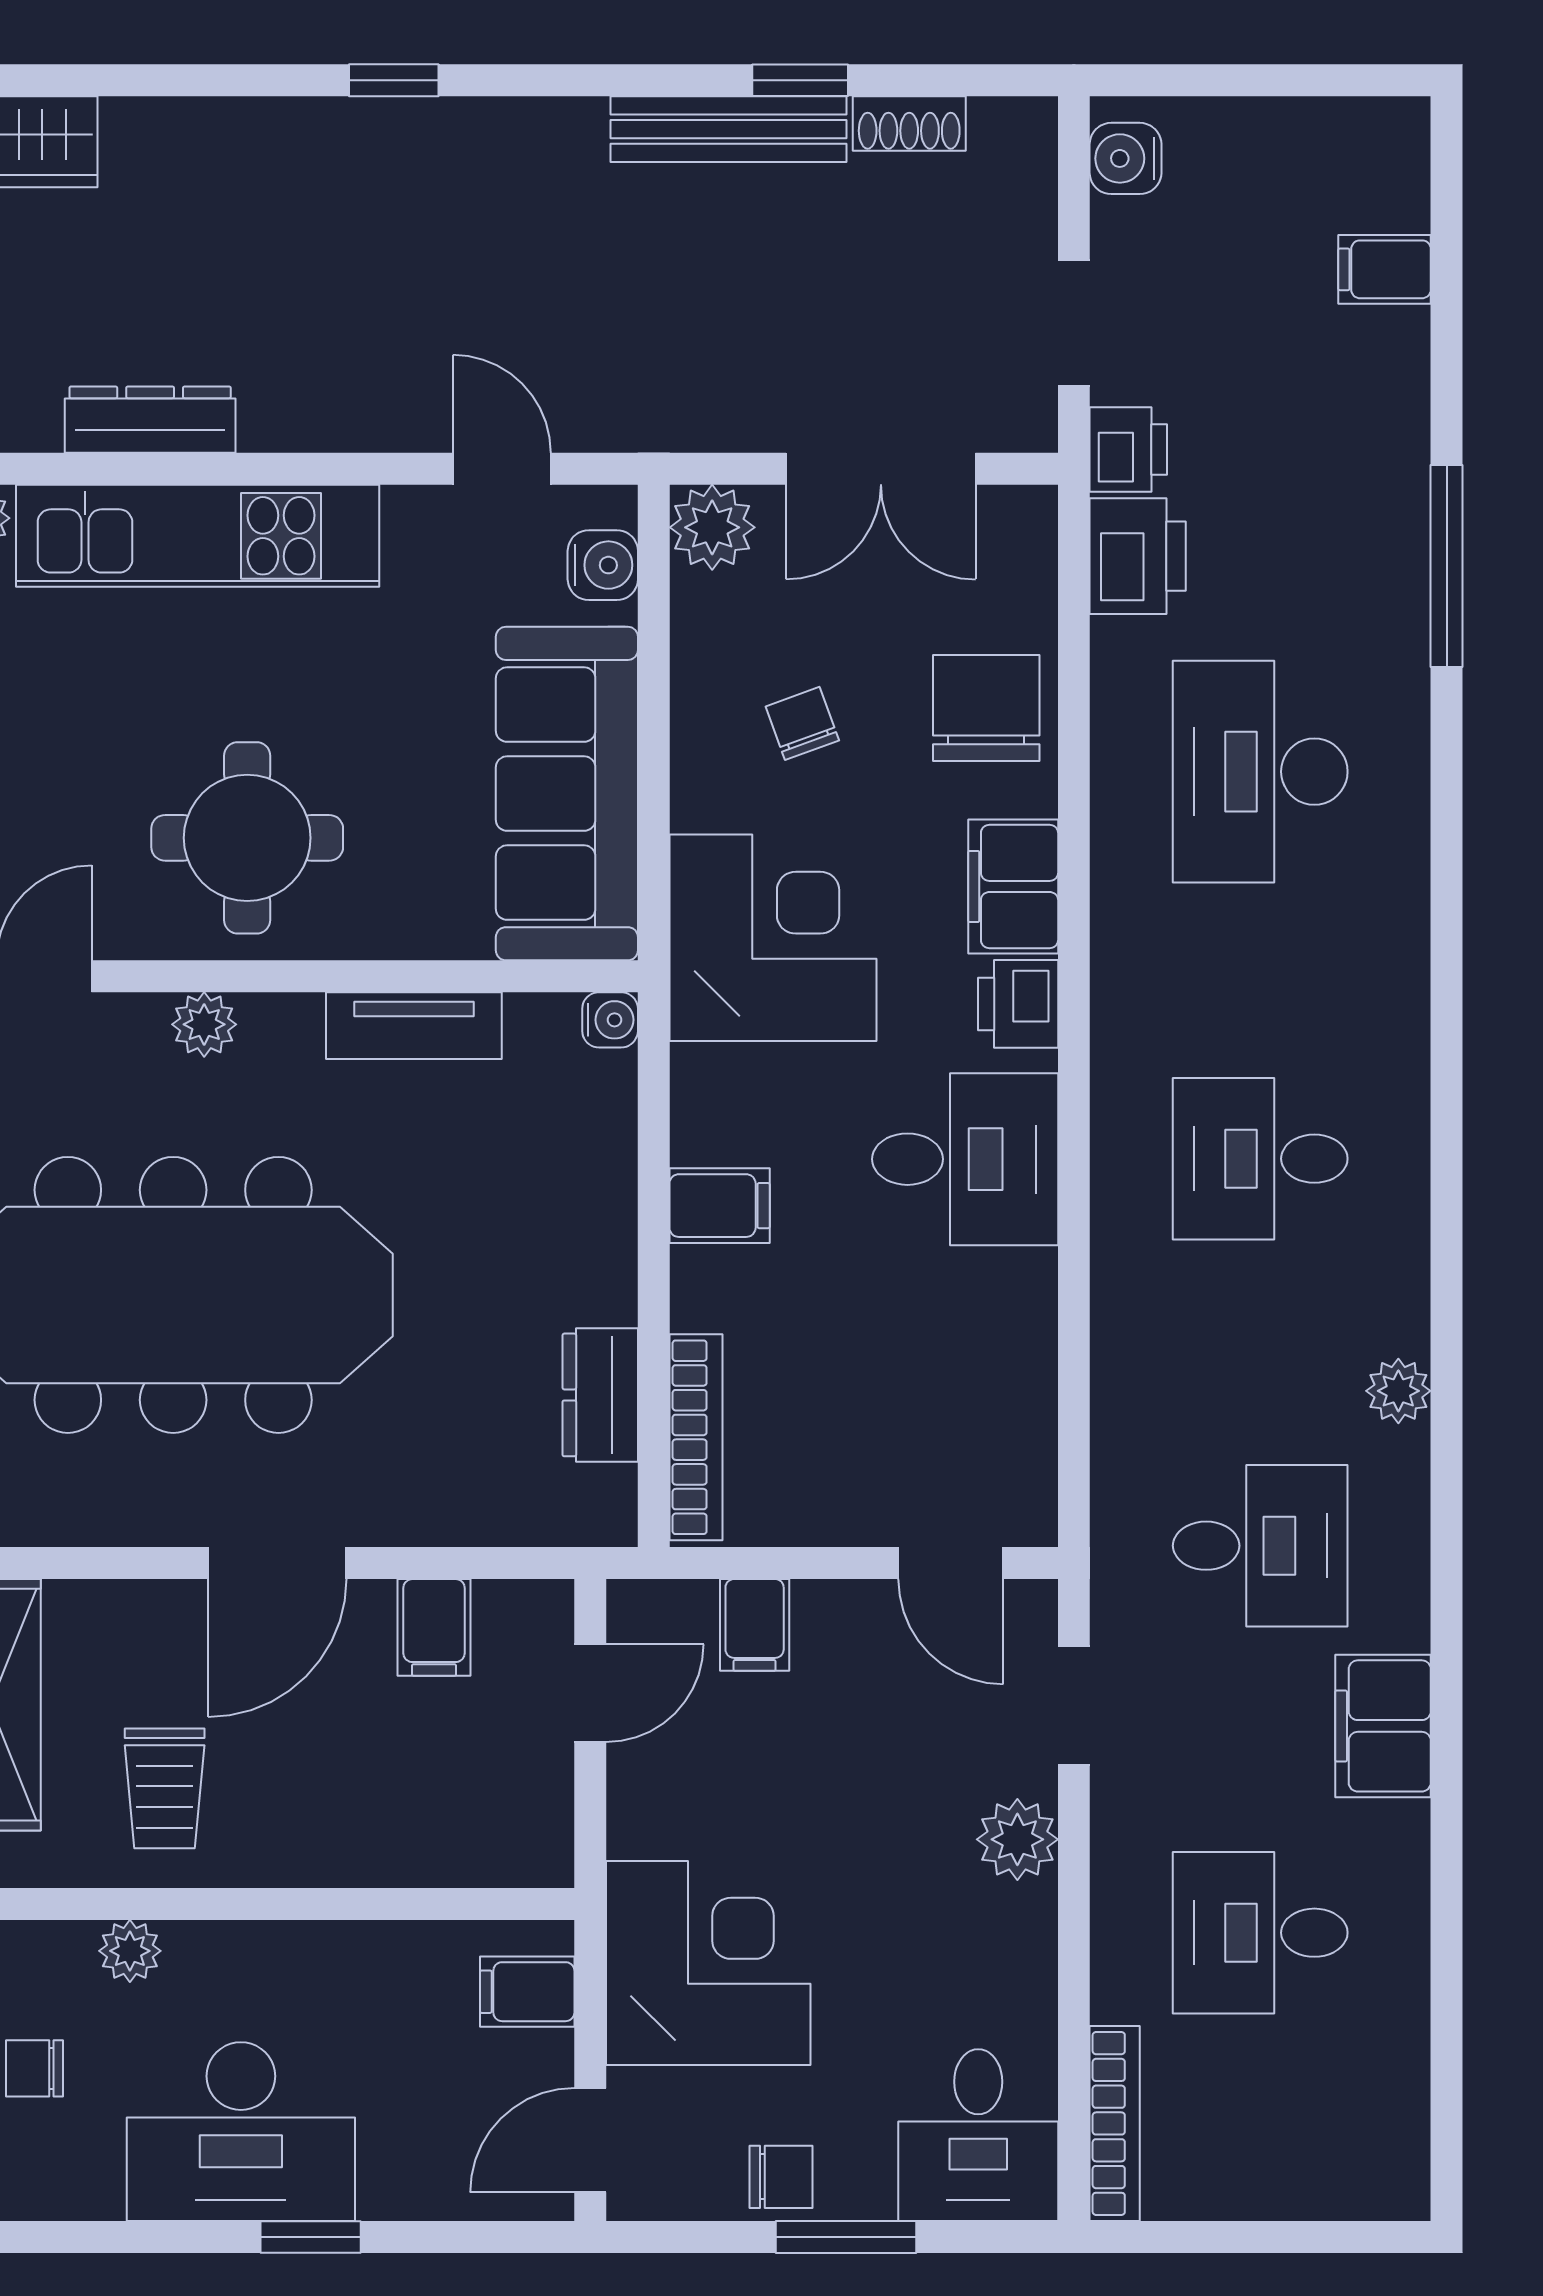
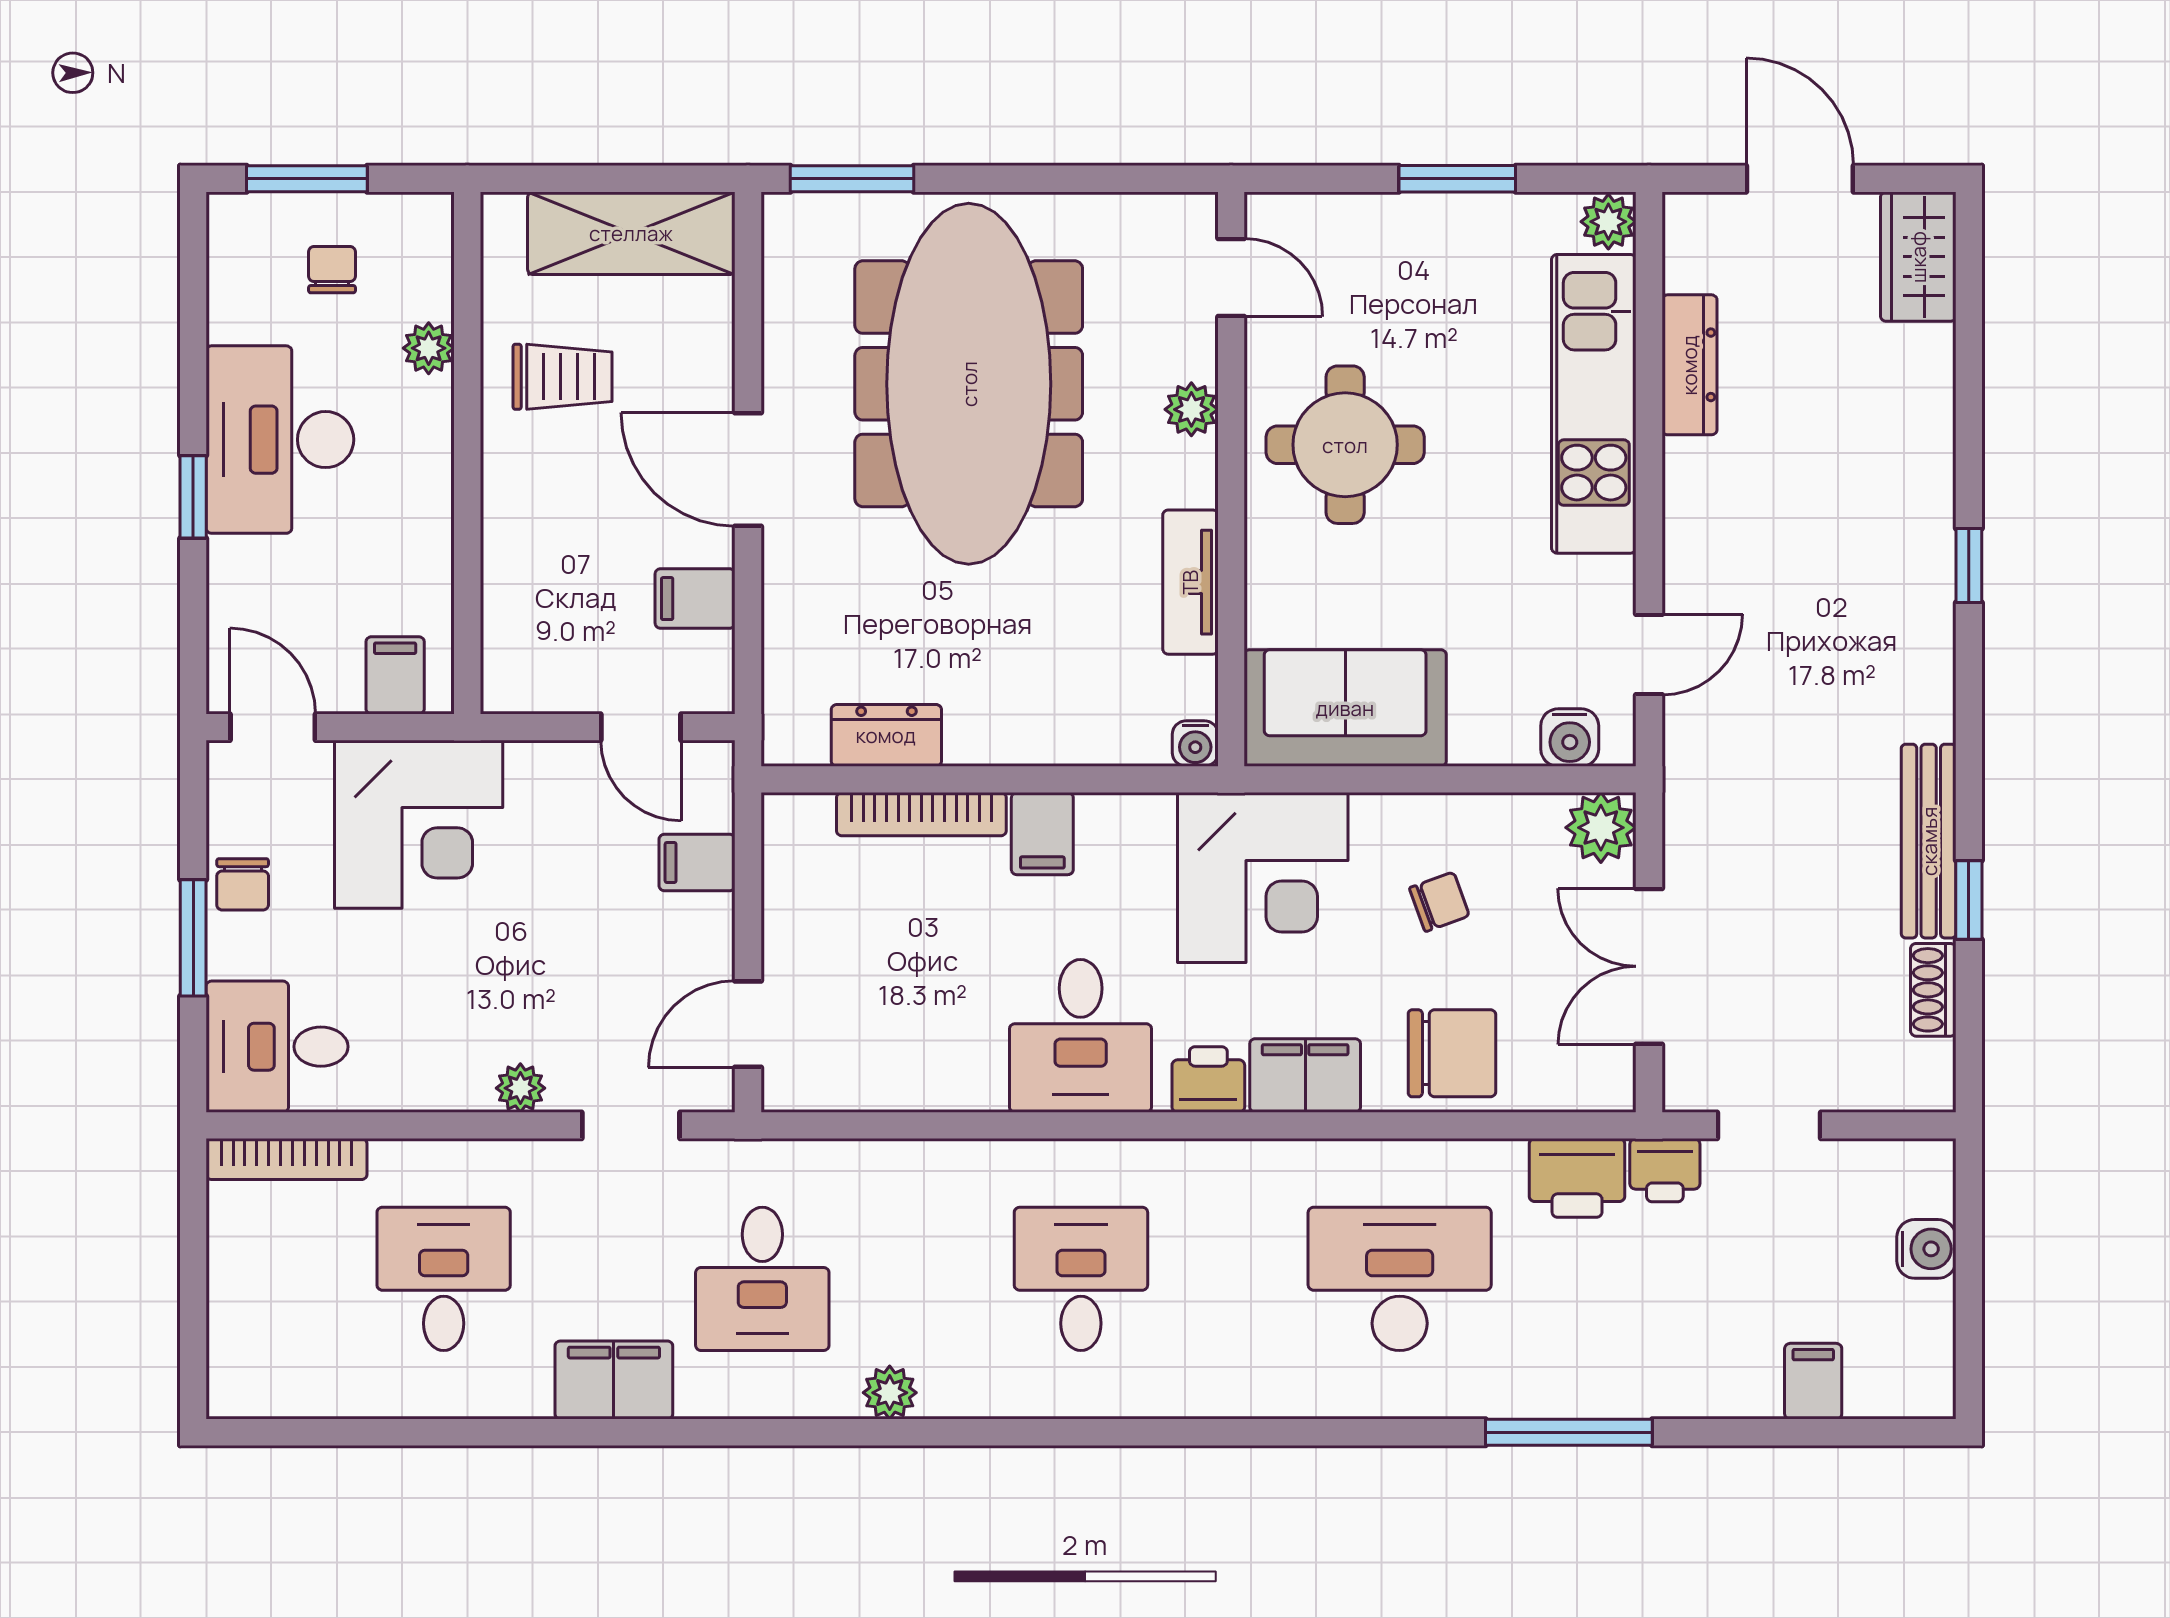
water cooler: (1126, 158) -> (1926, 1249), moved, turned 90
sofa: (567, 794) -> (1345, 708), width x0.73
bookcase: (696, 1437) -> (921, 814), moved
trolley: (165, 1788) -> (562, 377), turned 180
plant: (1017, 1839) -> (520, 1088), width x0.73, depth x0.73

